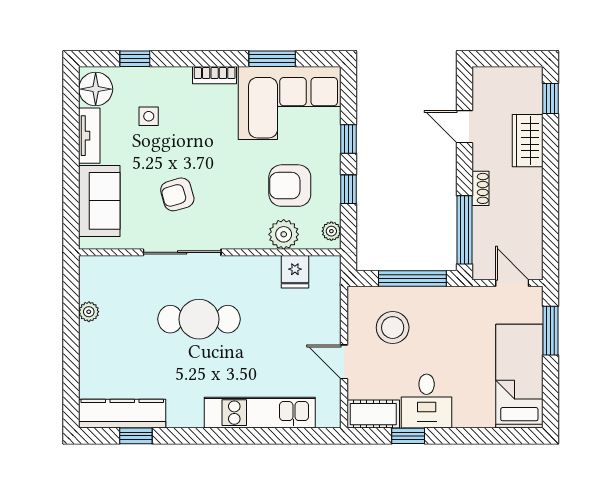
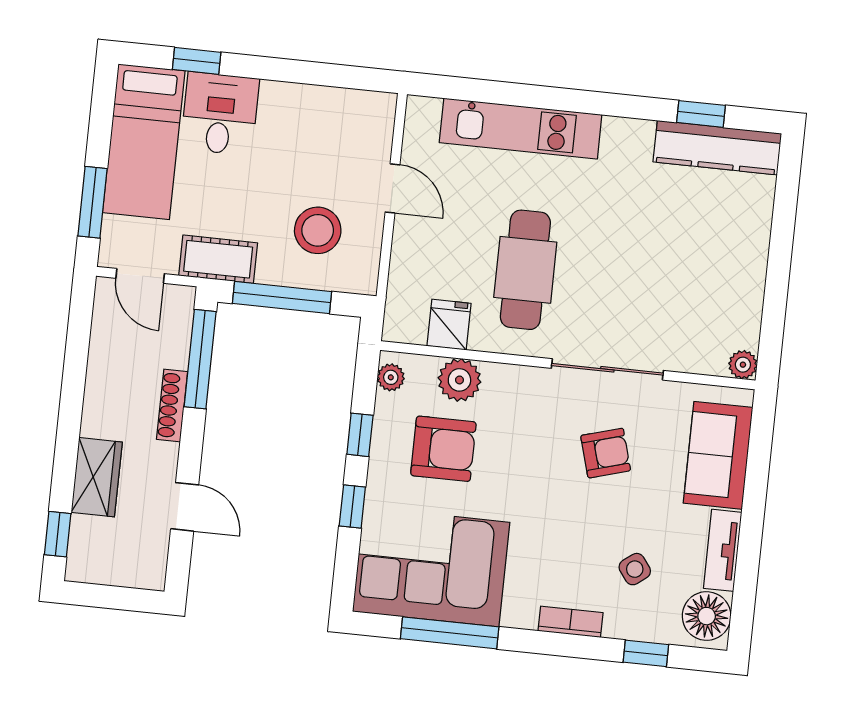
window: (272, 59) -> (450, 633), width x1.44
bookcase: (215, 75) -> (571, 622), moved
side table: (149, 116) -> (635, 569), turned -37
shoe rack: (481, 188) -> (172, 405), width x1.43
plant: (89, 312) -> (743, 365), moved
cafe table: (199, 319) -> (525, 270), moved, turned 90
desk: (427, 401) -> (220, 114), moved
cot: (373, 414) -> (218, 259), moved
window: (408, 436) -> (197, 61), moved

